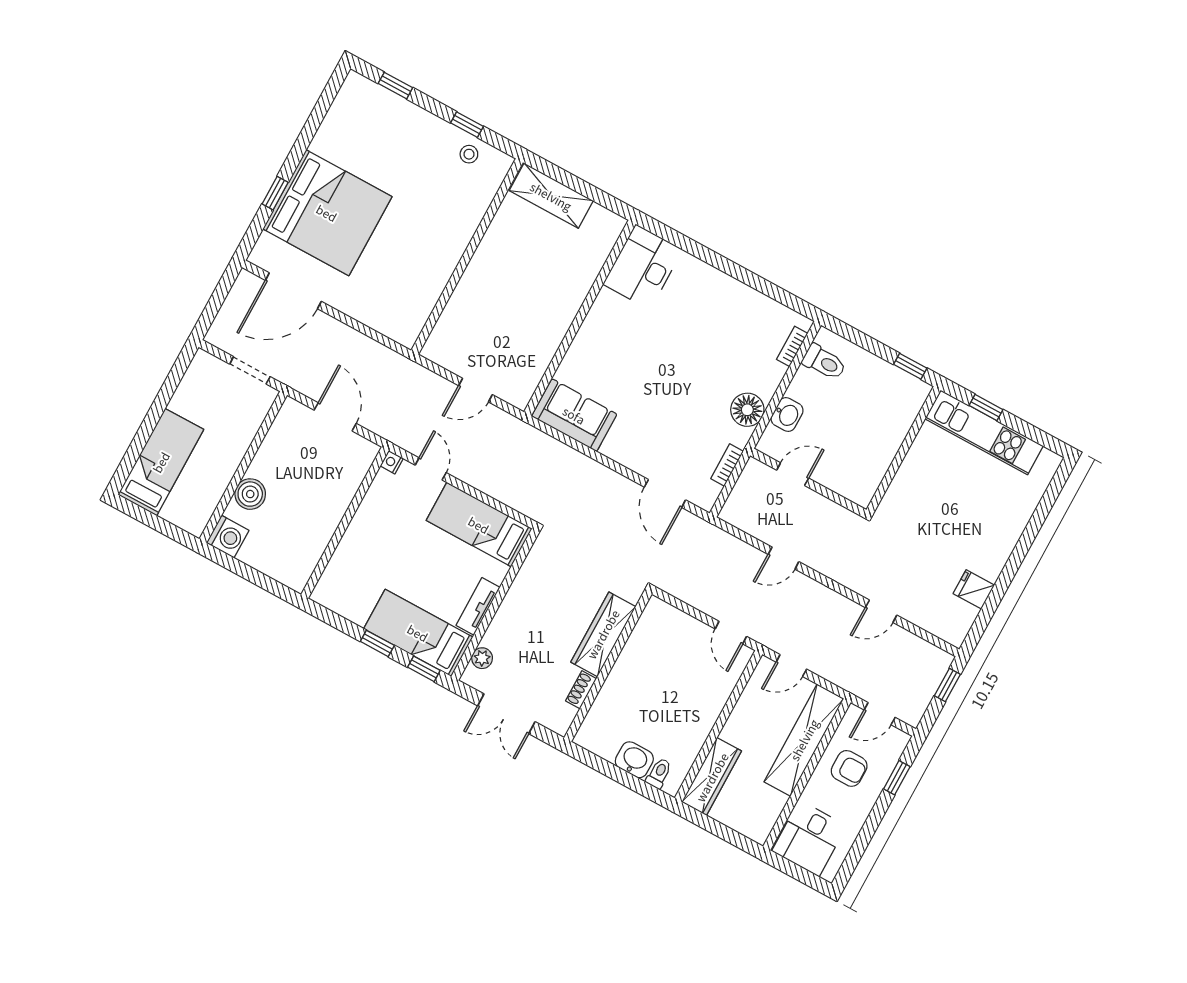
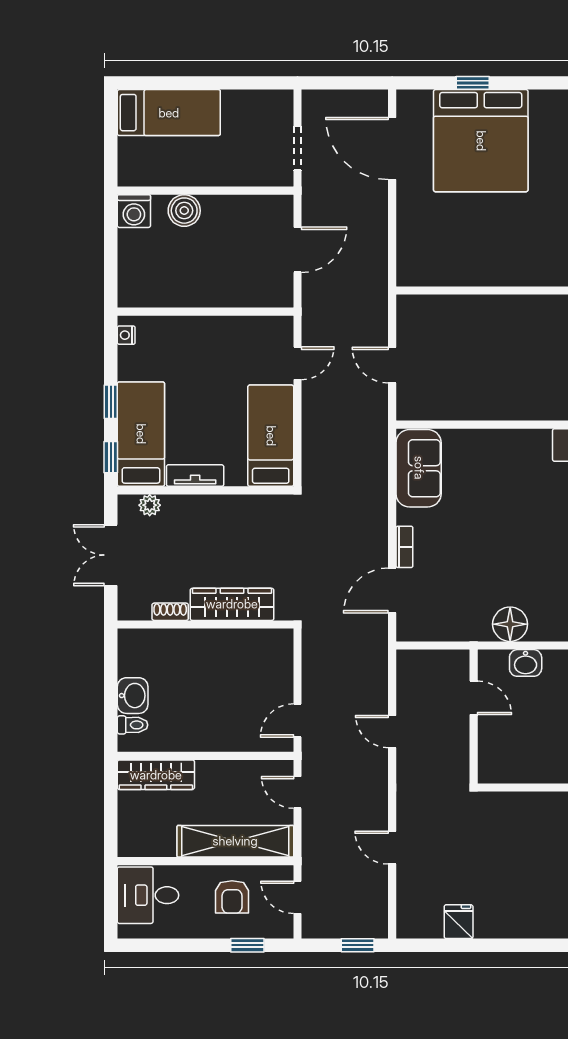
nightstand: (392, 462) -> (126, 335), moved, turned -90
bookcase: (727, 465) -> (404, 547), moved, turned 90

